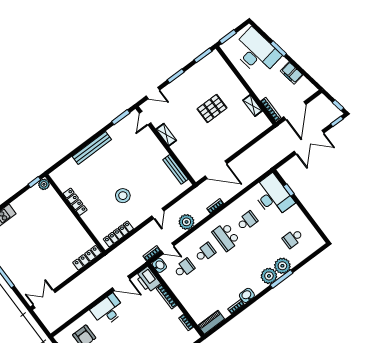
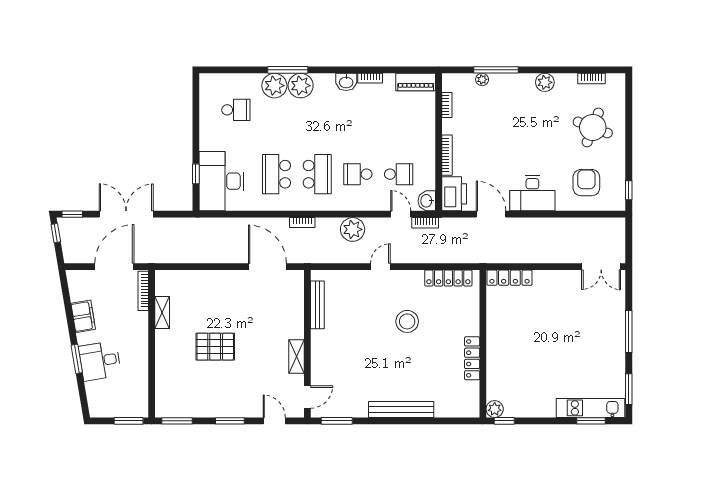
desk: (256, 52) -> (100, 361), width x0.53, depth x0.77
school desk: (247, 221) -> (277, 174), width x1.85
school desk: (184, 268) -> (399, 174), turned 180

